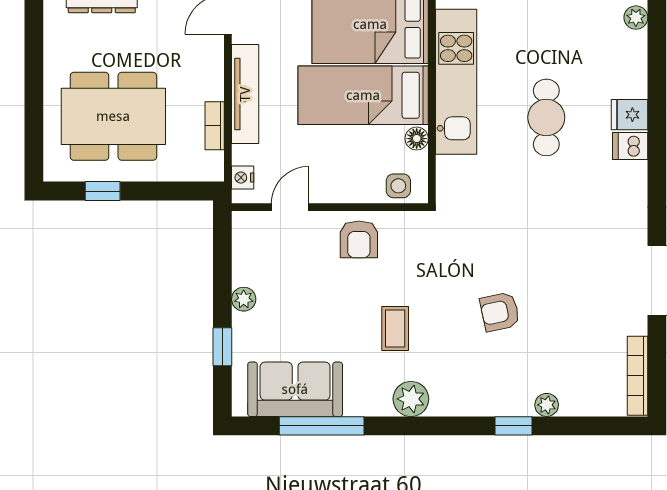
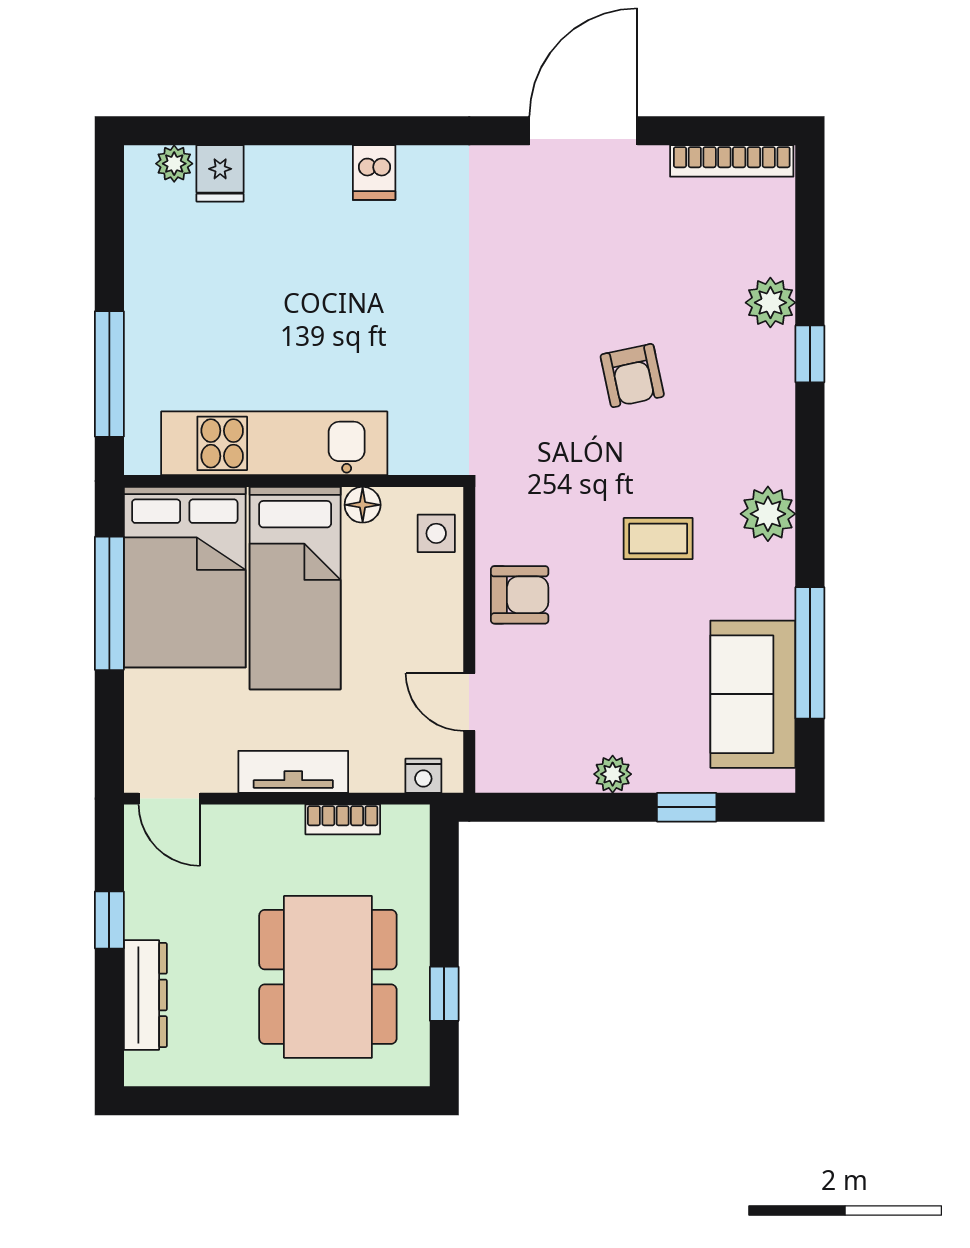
tv unit: (245, 94) -> (293, 772), width x0.71
fridge: (630, 115) -> (220, 173), moved
cafe table: (546, 117) -> (330, 303), removed
plant: (547, 405) -> (770, 303), width x1.38, depth x1.38

